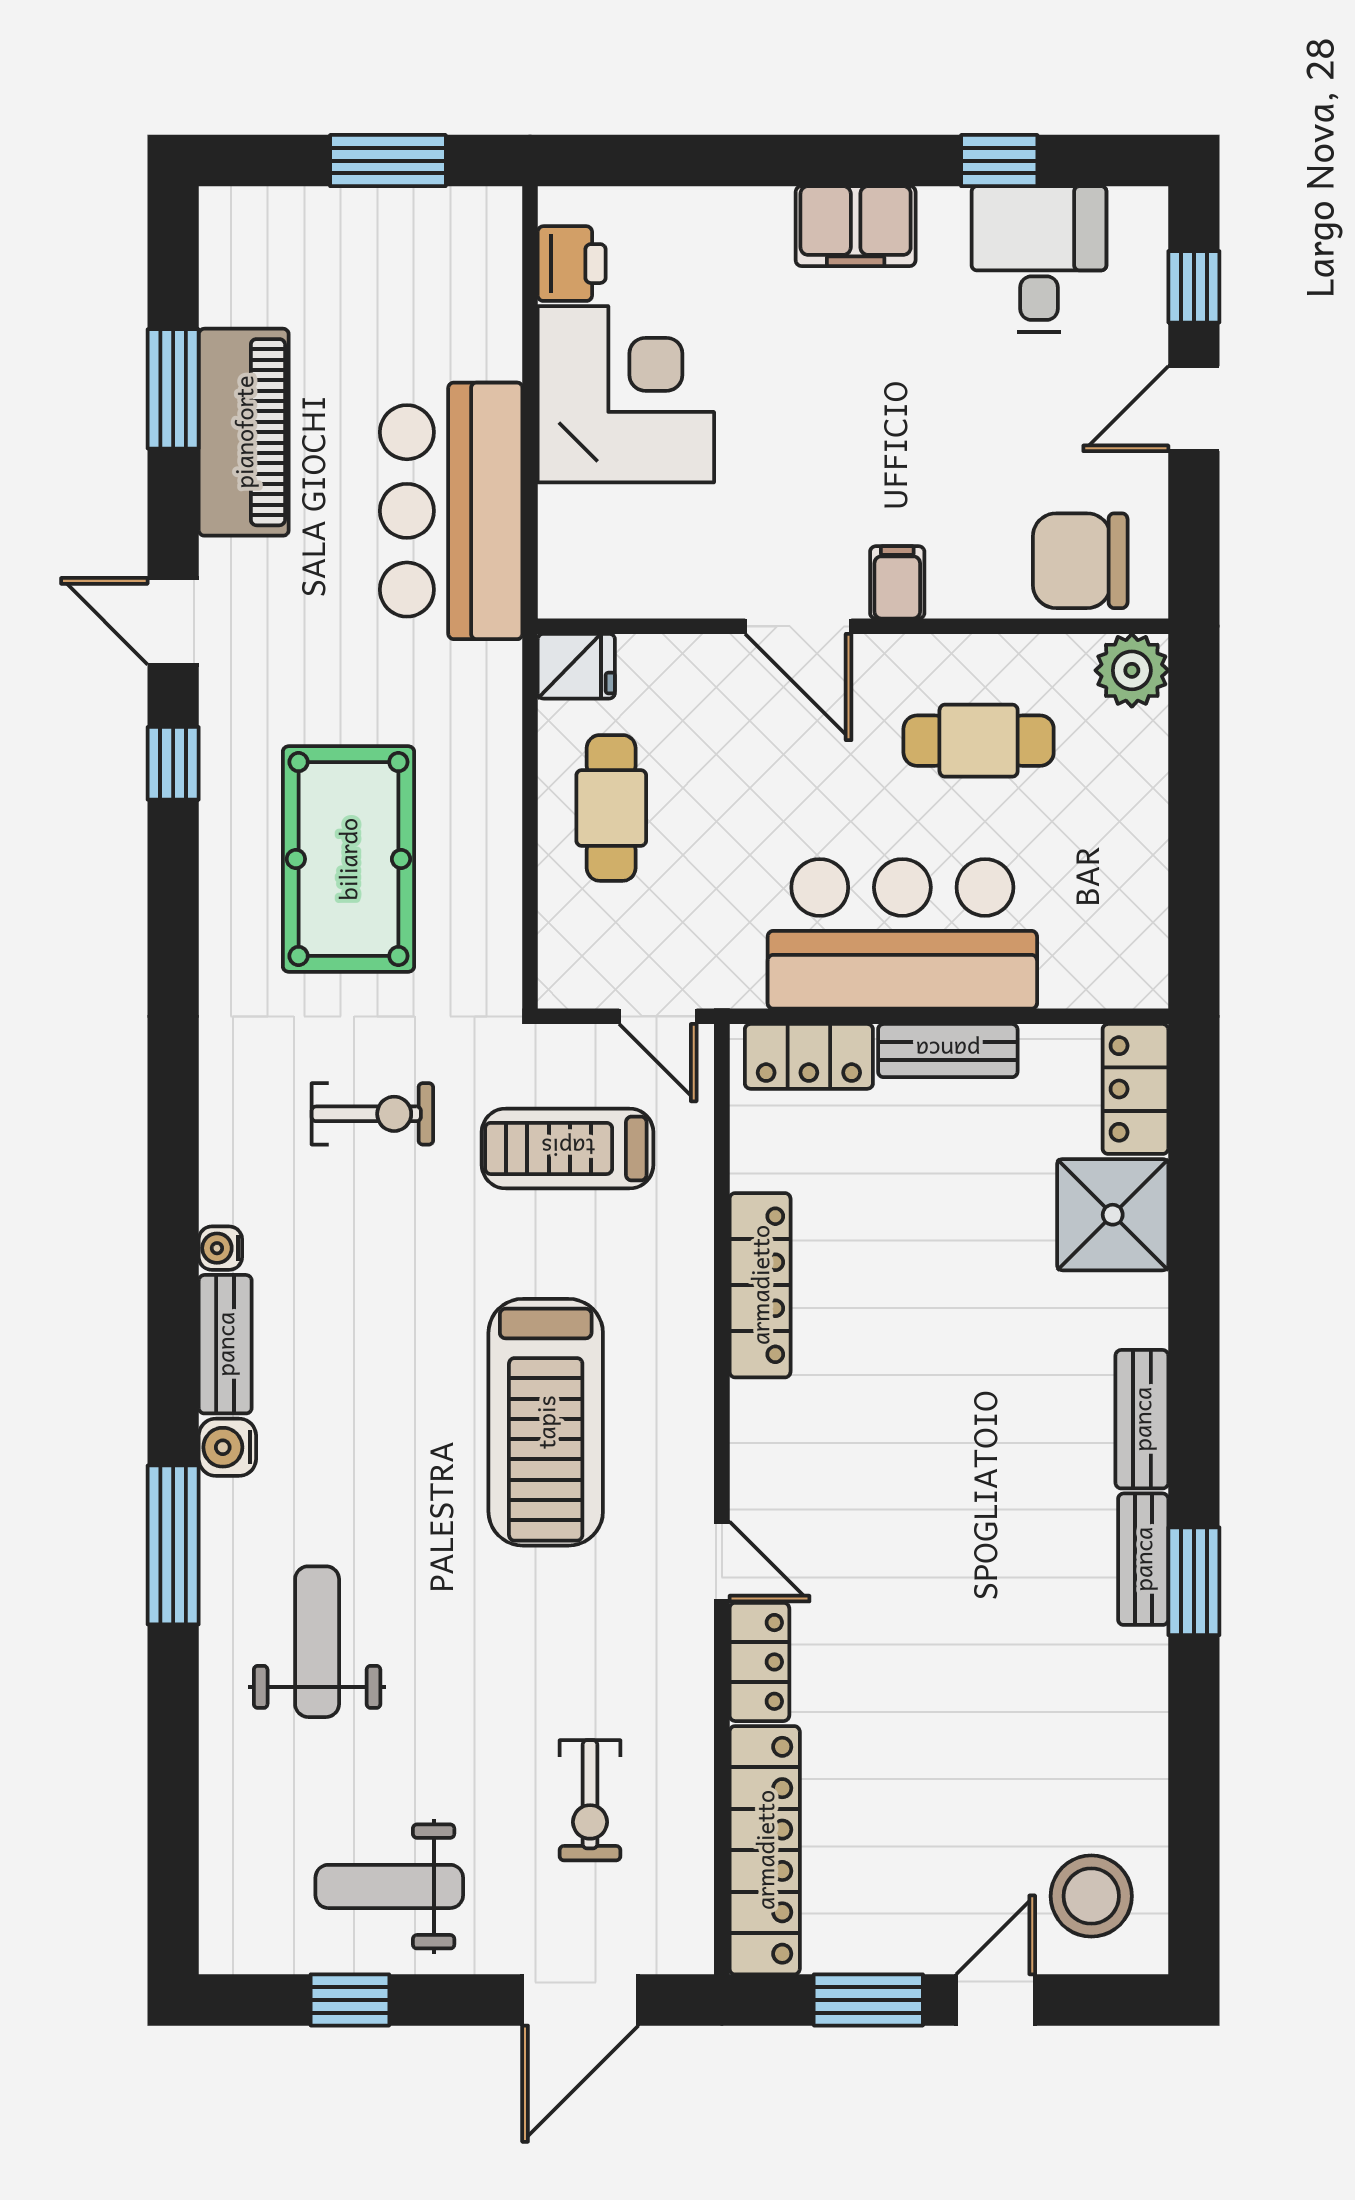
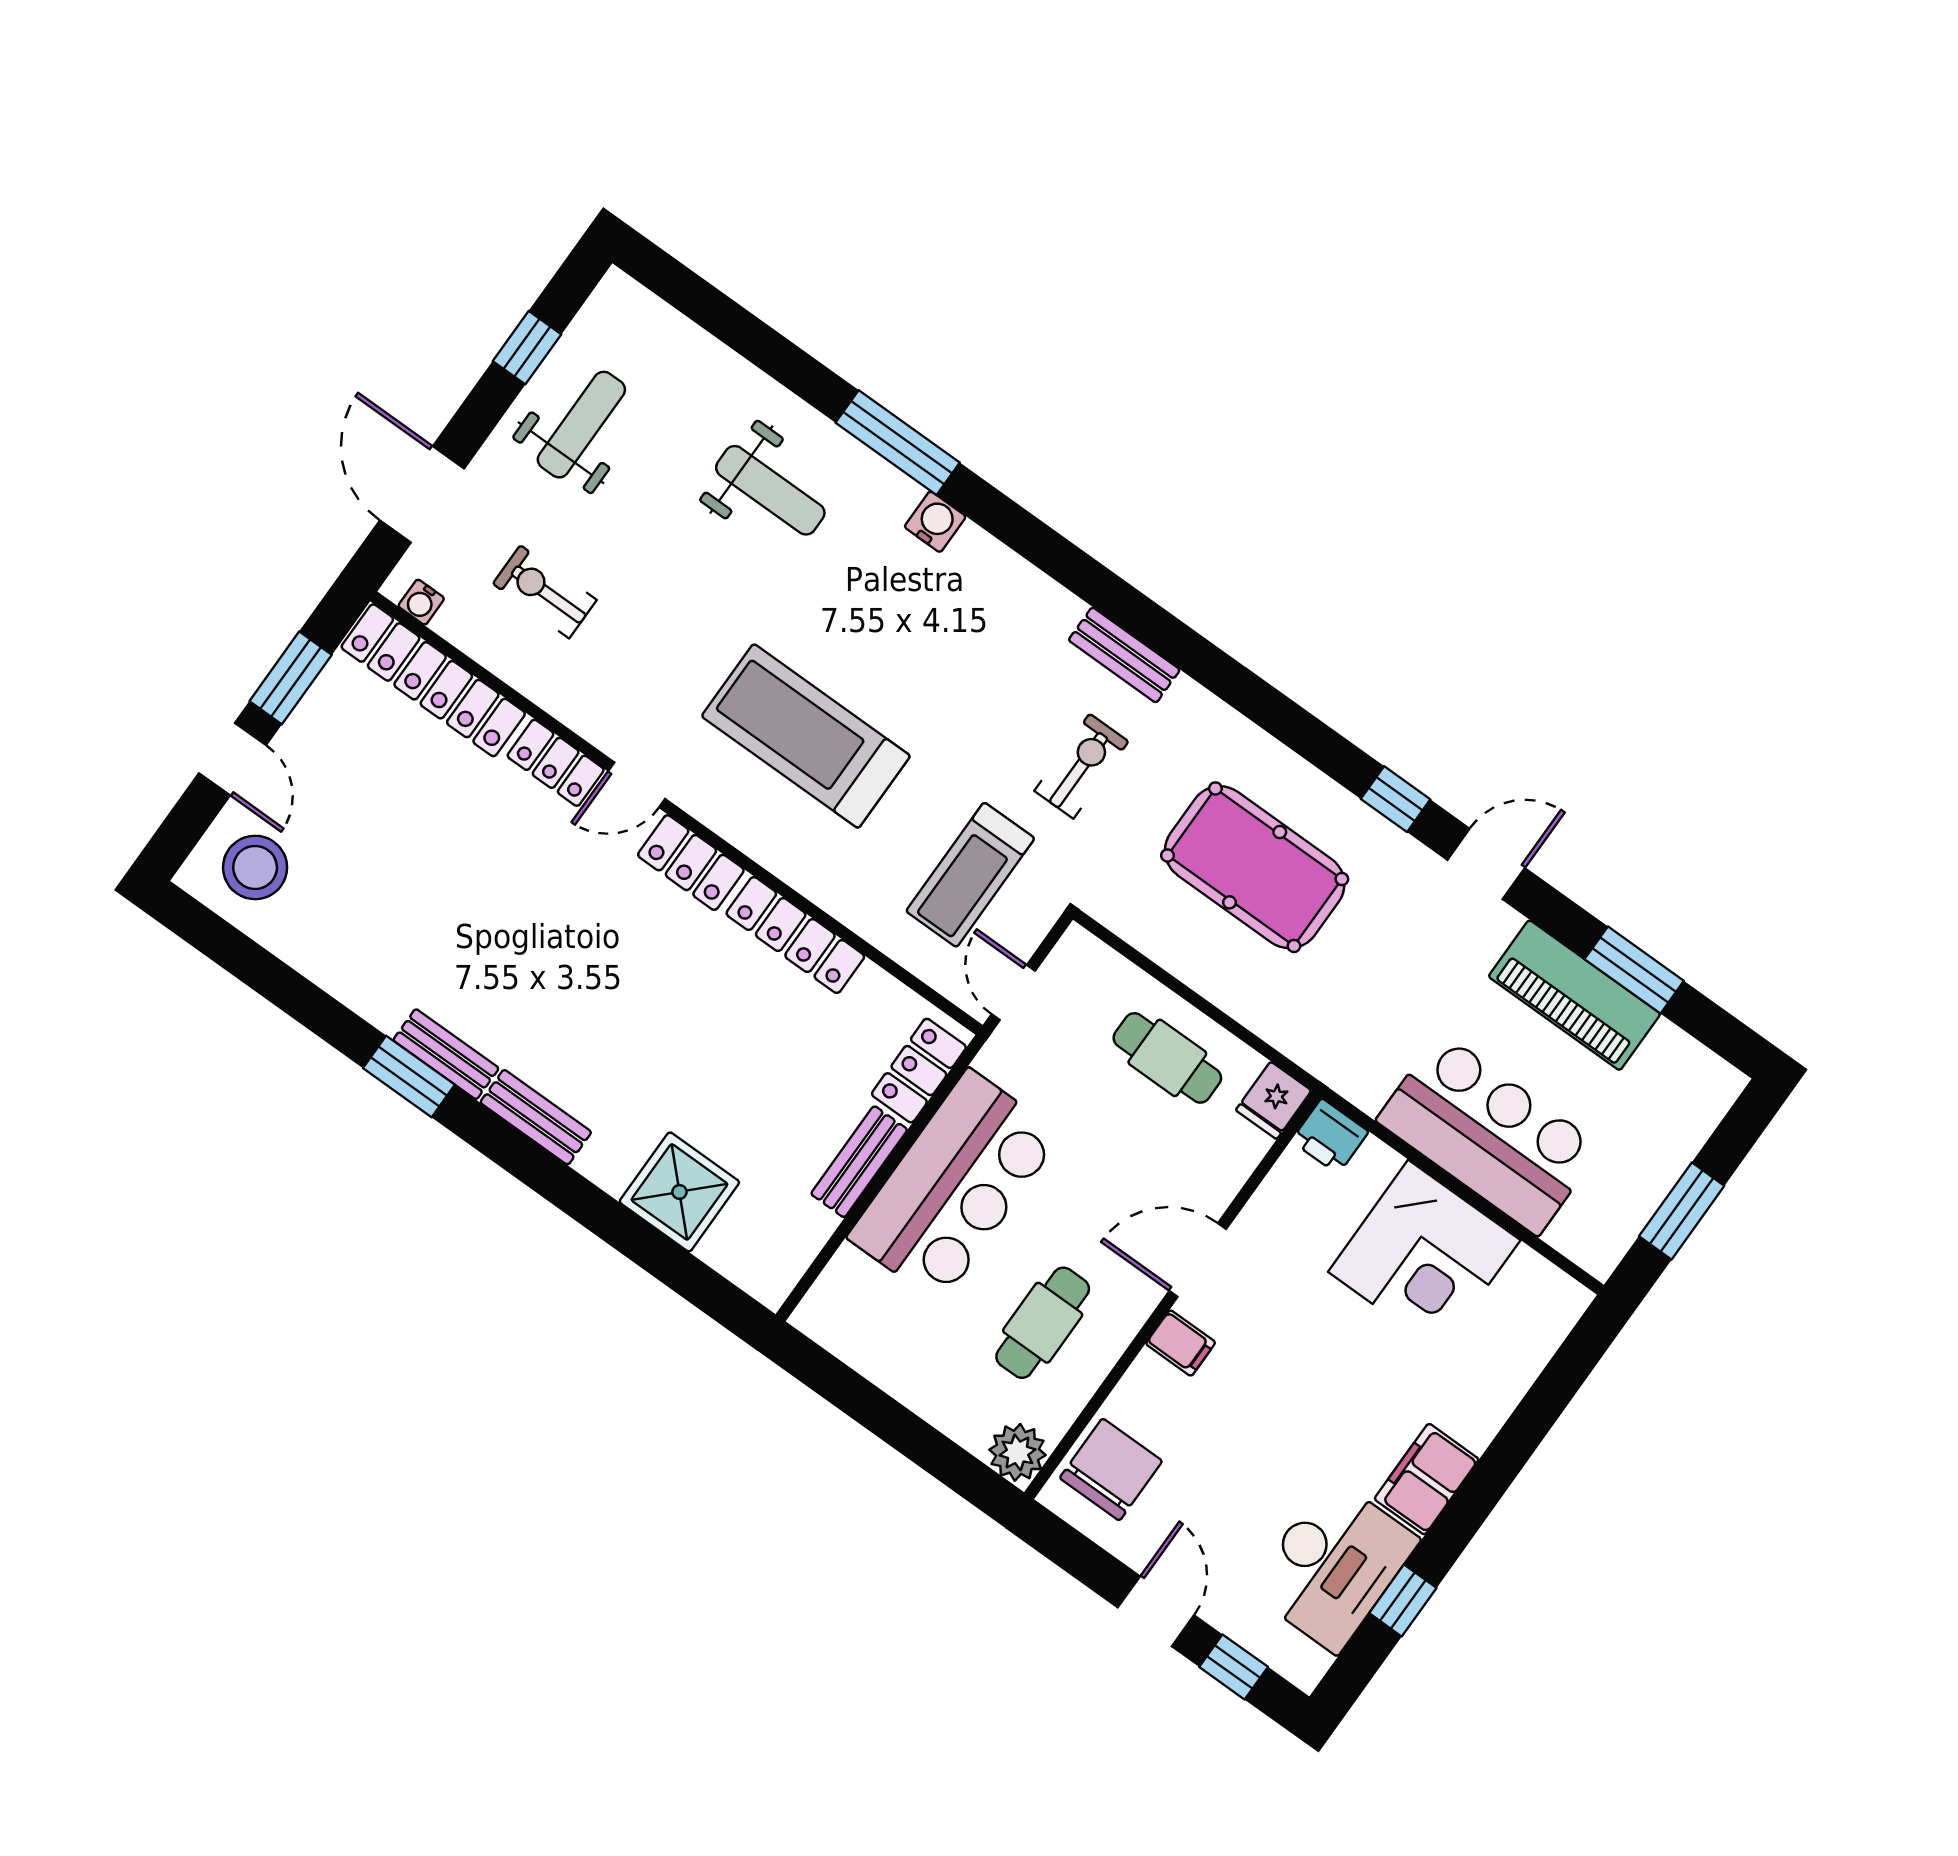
desk: (1039, 259) -> (1334, 1565), width x1.37
printer: (572, 264) -> (1330, 1136), moved
bar counter: (451, 511) -> (1489, 1134), moved
door: (658, 1016) -> (1013, 993), hinge flipped
locker: (1135, 1089) -> (691, 863), moved, turned 180
exercise bike: (372, 1114) -> (1081, 766), turned 180
treadmill: (568, 1148) -> (970, 875), turned 180
water cooler: (220, 1248) -> (421, 602), moved, turned 180
bench: (225, 1344) -> (1124, 655), moved

